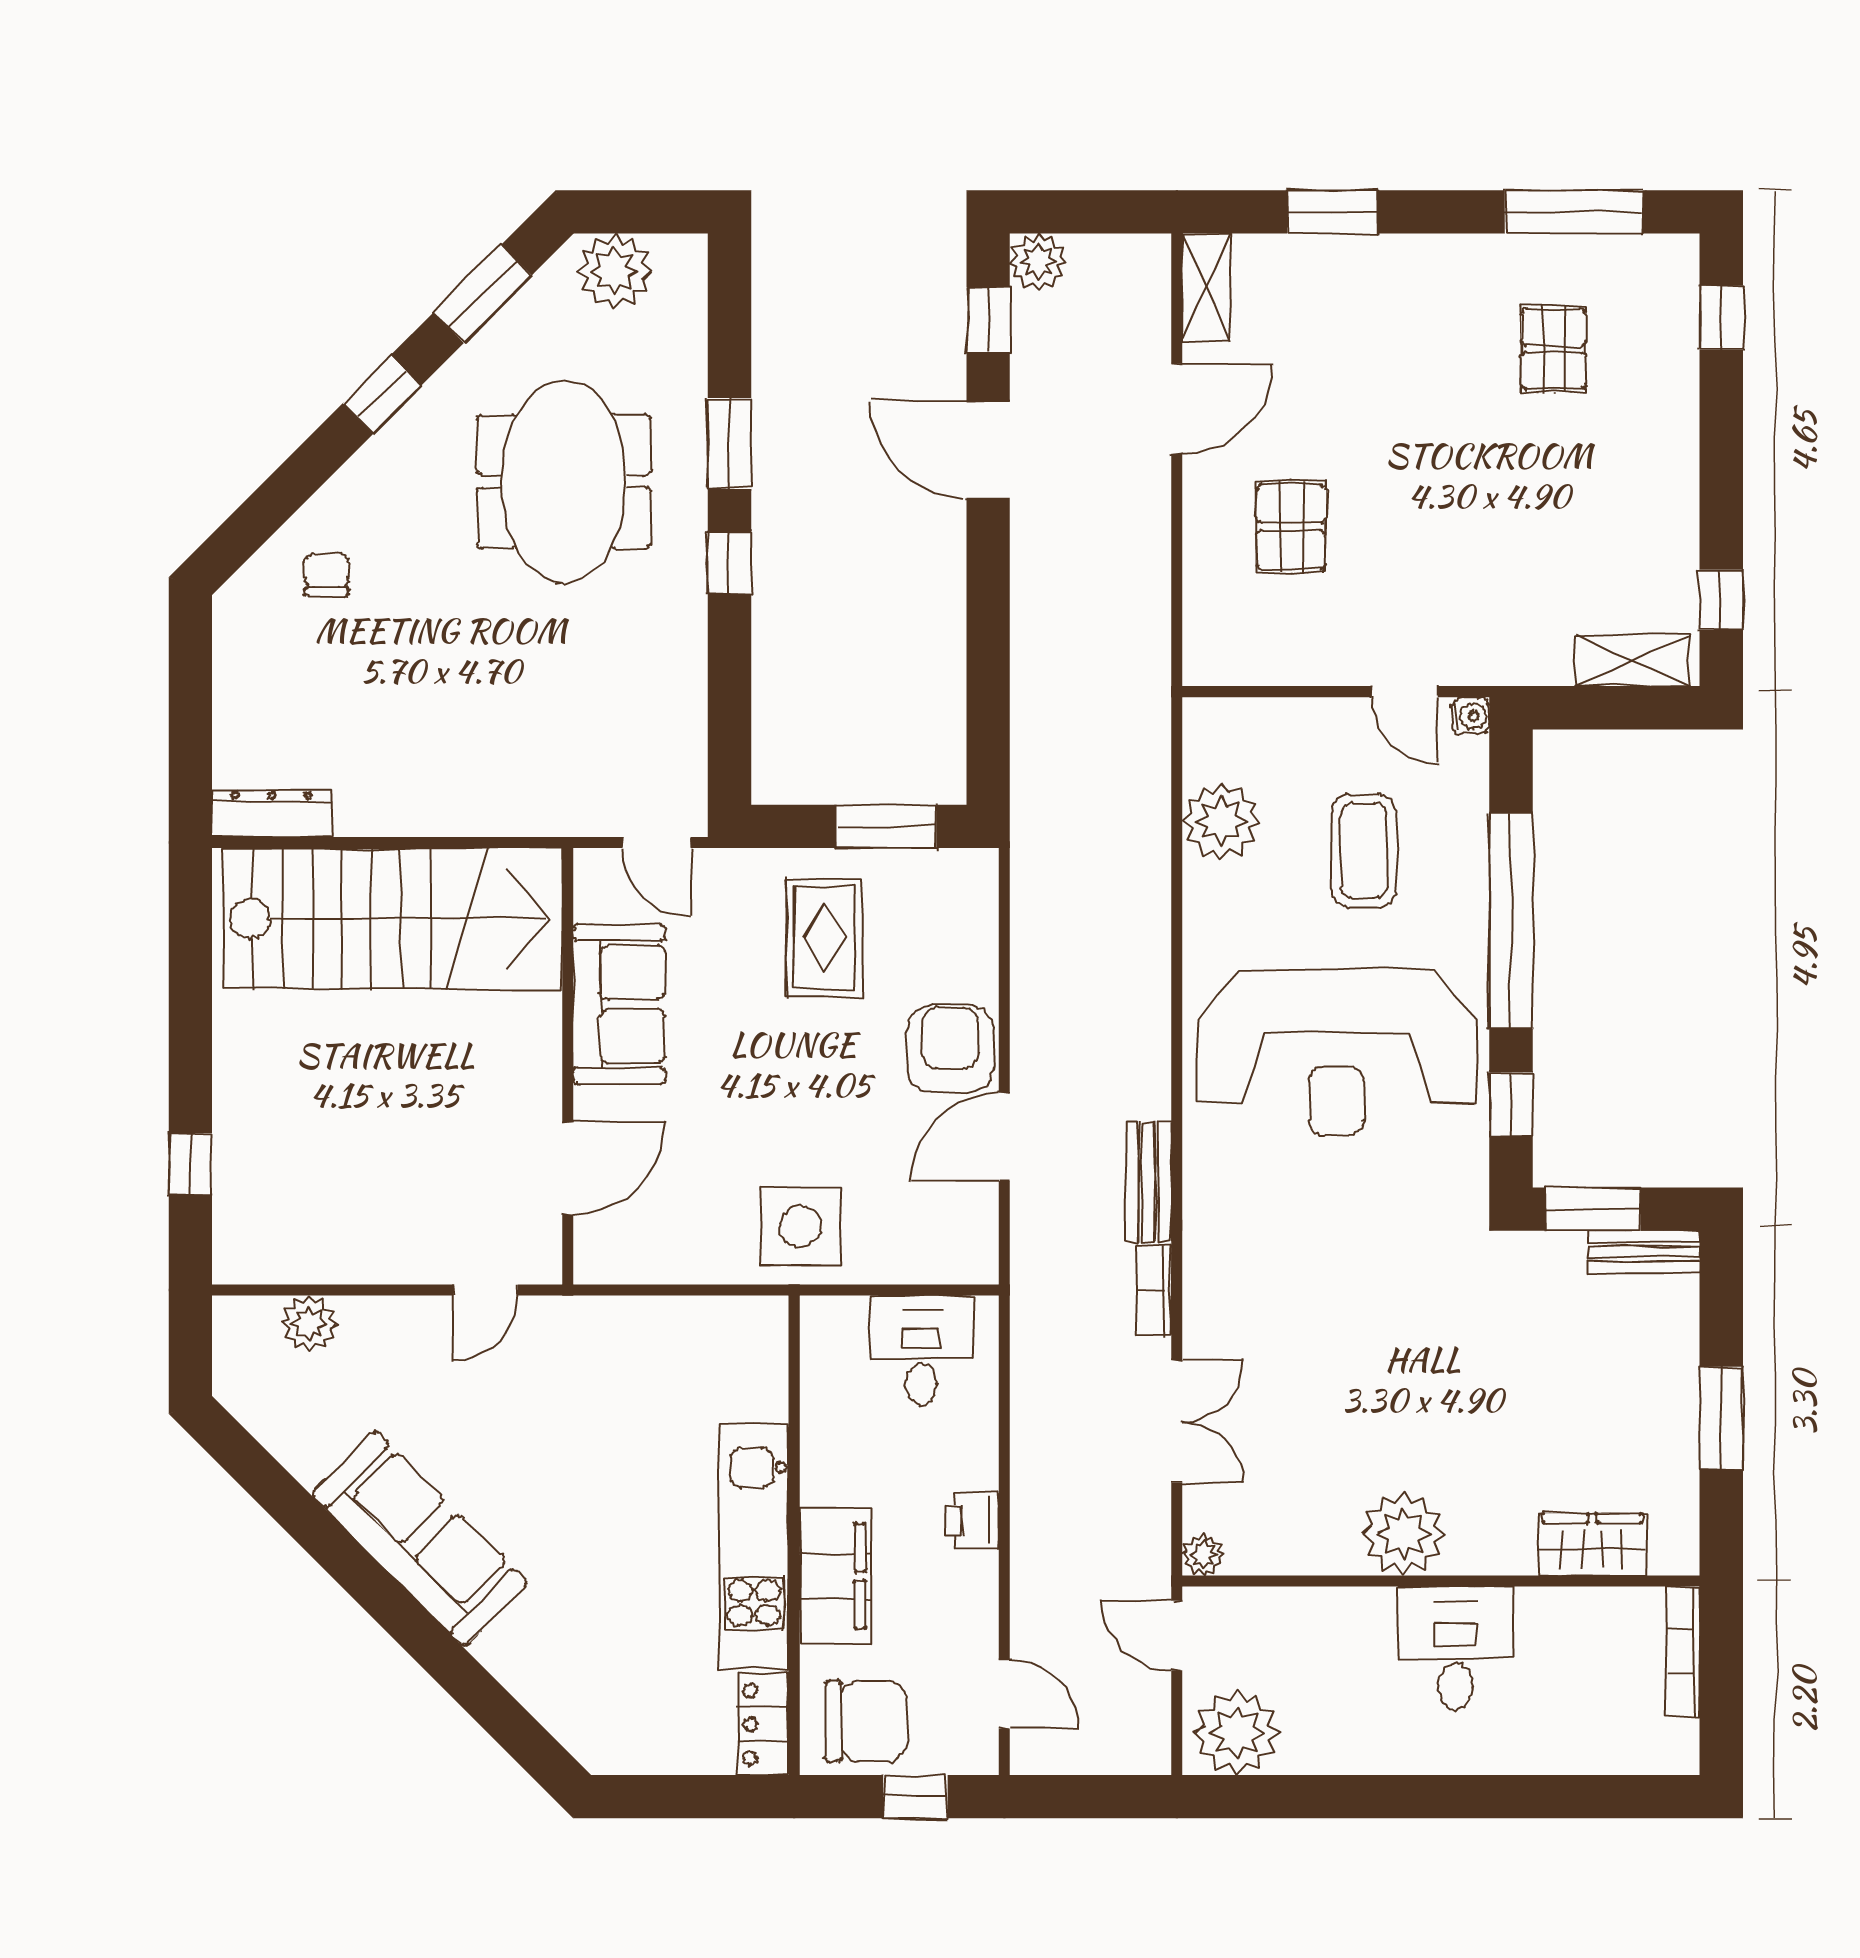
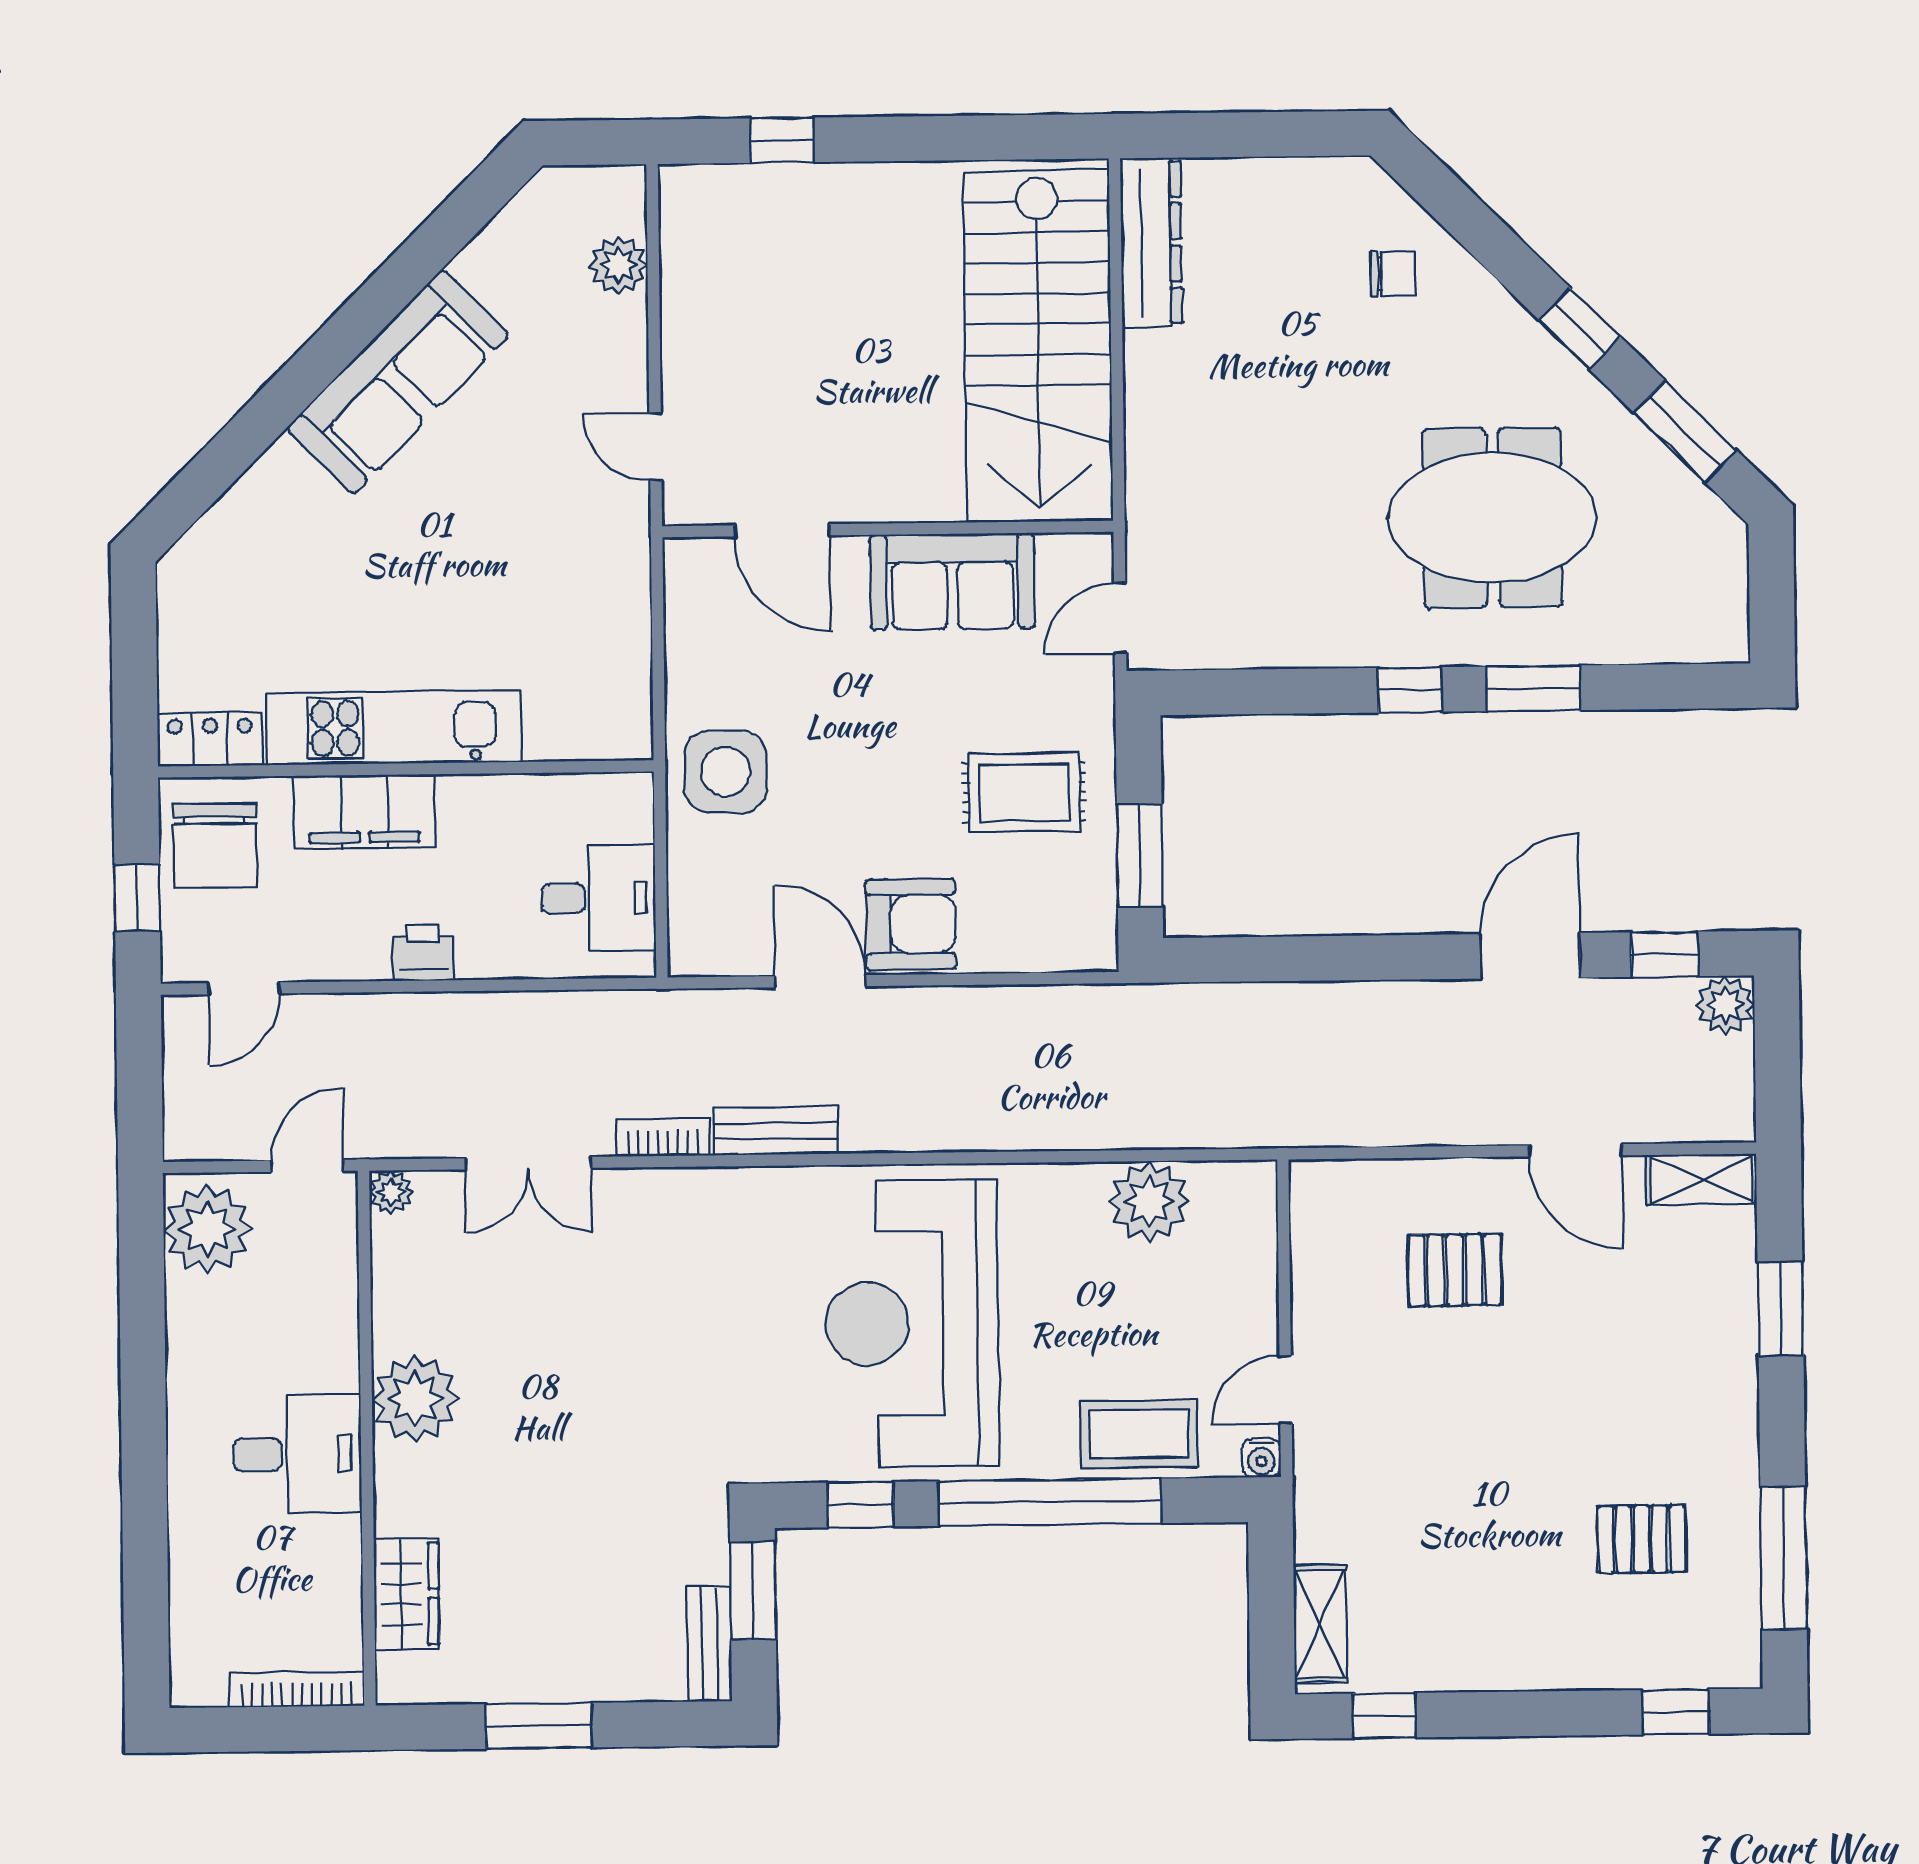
plant: (614, 271) -> (1710, 567), removed
dresser: (272, 814) -> (1151, 242), width x1.37, depth x1.24
coffee table: (1364, 851) -> (1139, 1434), moved

